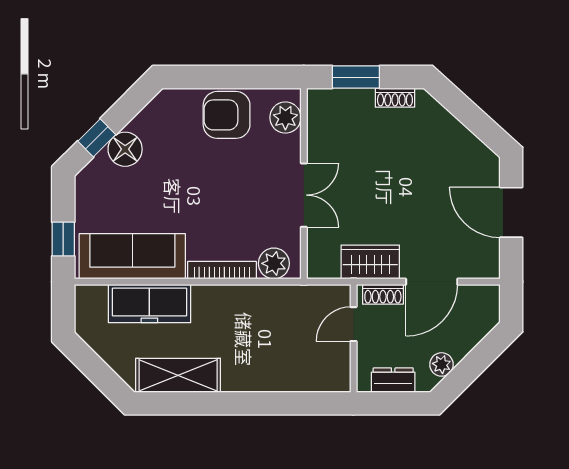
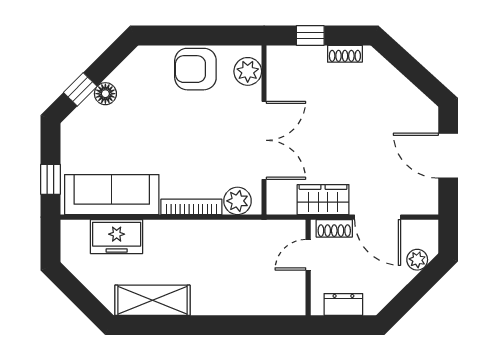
window: (356, 77) -> (310, 35), width x0.67
floor lamp: (125, 149) -> (105, 94), width x0.73, depth x0.73
double door: (304, 195) -> (264, 140), width x1.37
door: (432, 282) -> (378, 217), hinge flipped
freezer: (149, 304) -> (117, 237), width x0.71
plant: (442, 364) -> (417, 260), moved

